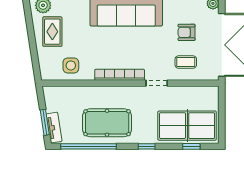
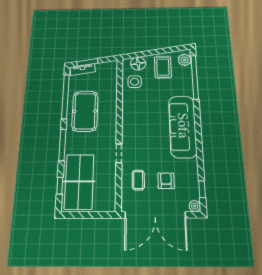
rug: (52, 32) -> (163, 67), turned 90
floor lamp: (47, 61) -> (138, 63), added
bookcase: (120, 75) -> (127, 121), removed
window: (147, 146) -> (62, 145), width x2.17

